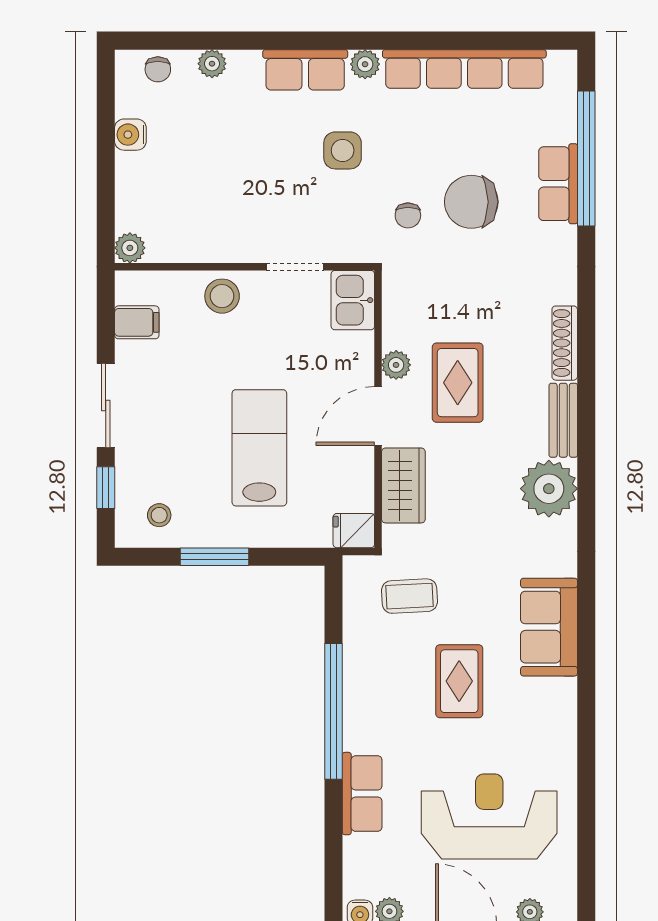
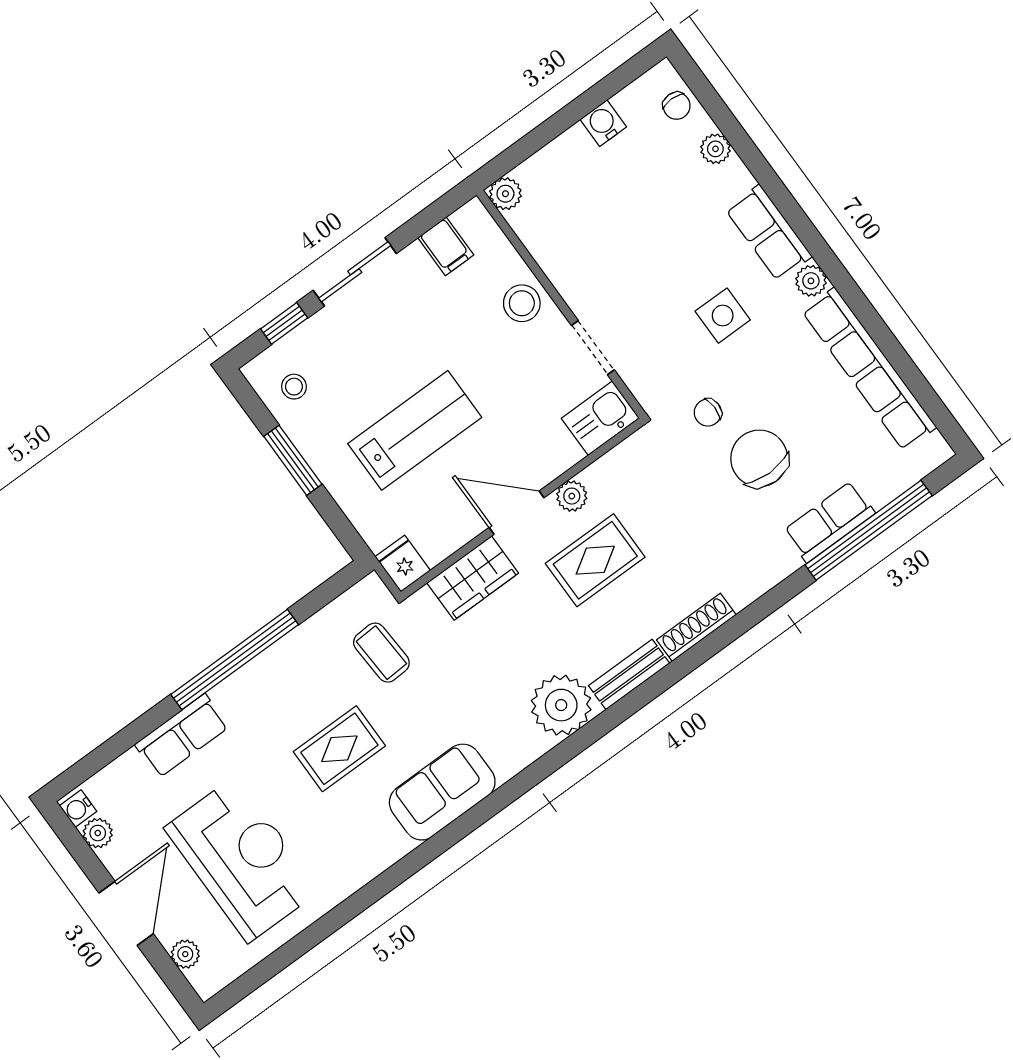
chair: (158, 69) -> (677, 106), turned -90

